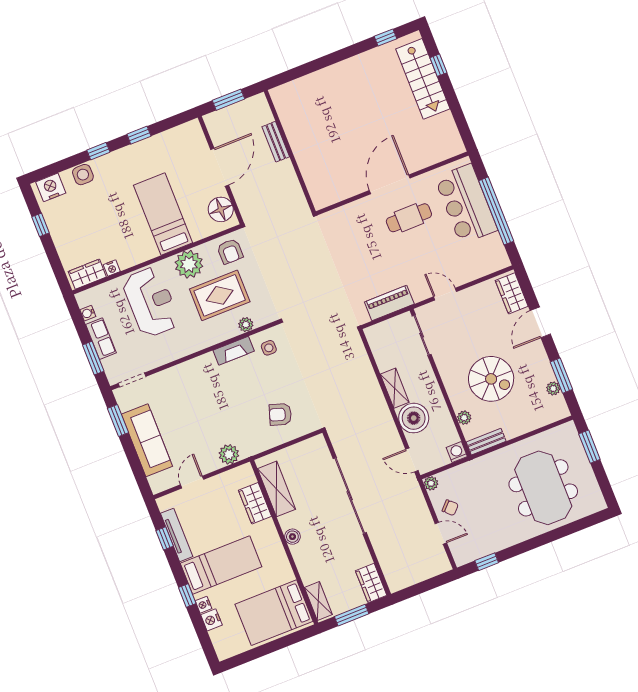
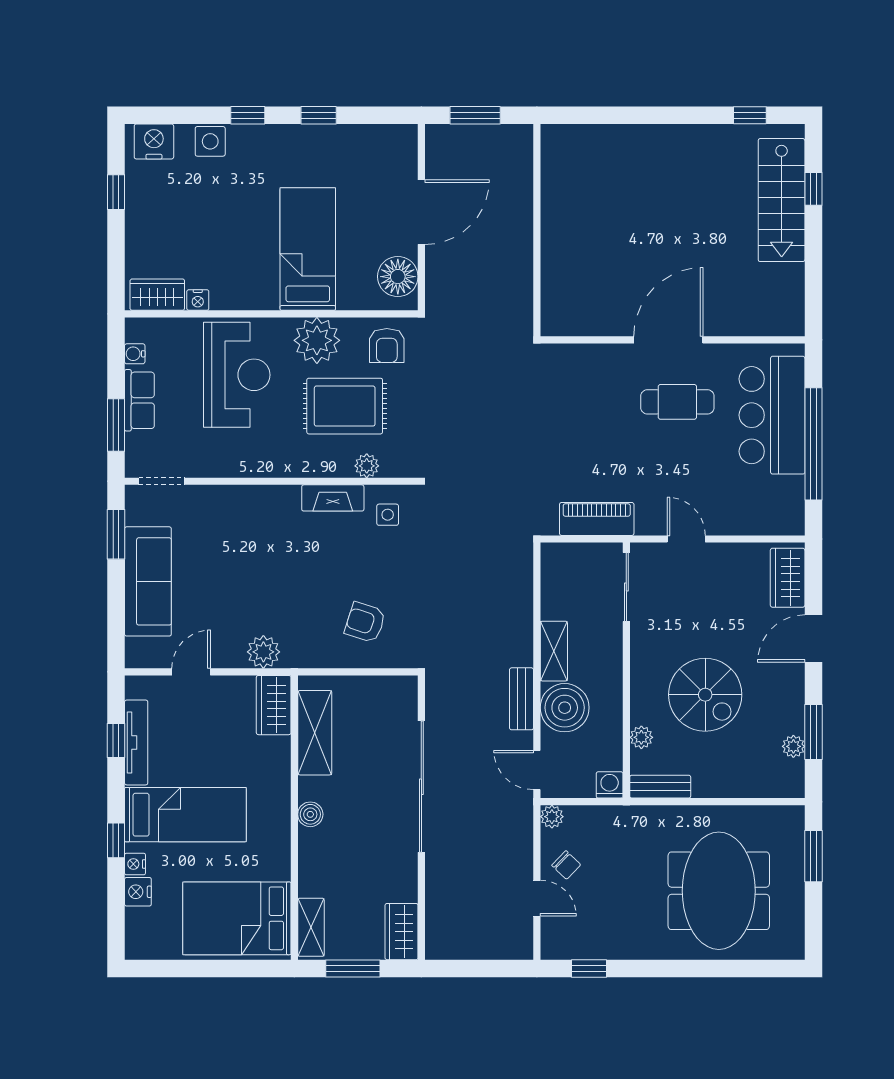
bench: (276, 142) -> (522, 699), moved
wardrobe: (255, 503) -> (274, 705), moved

